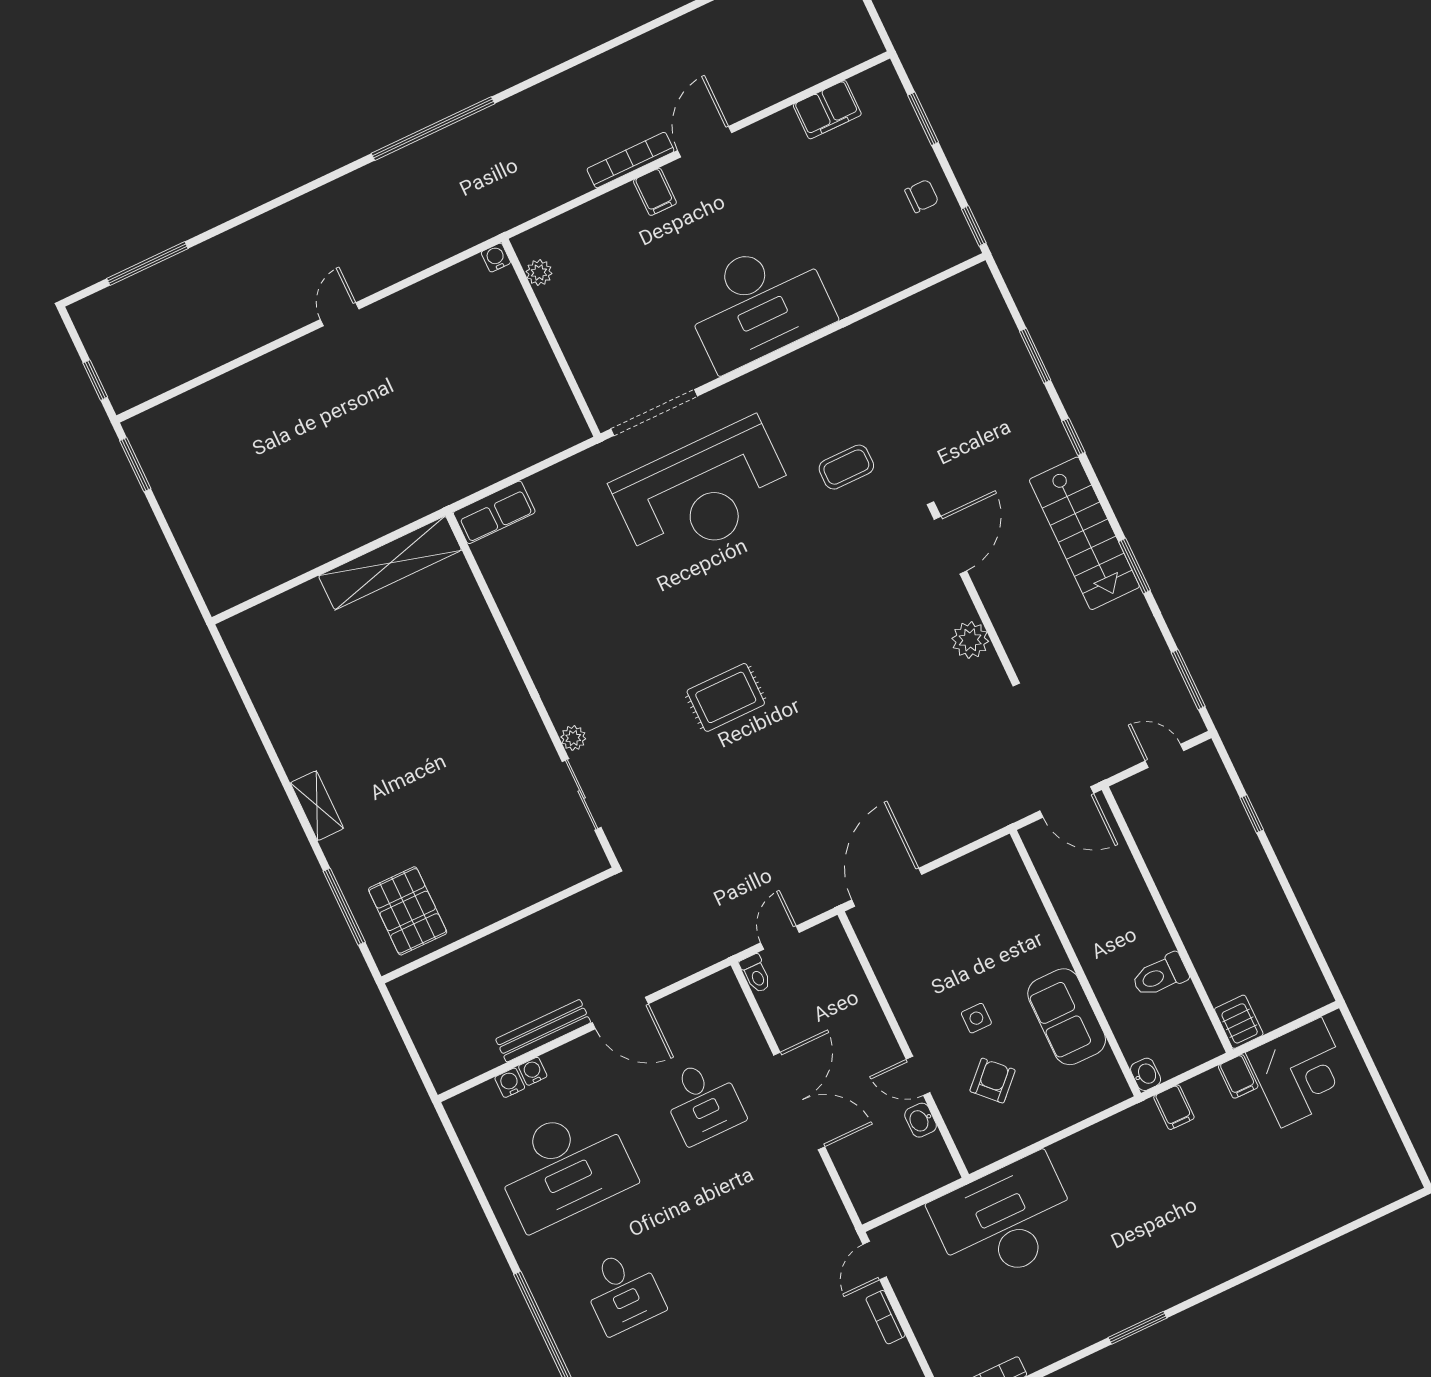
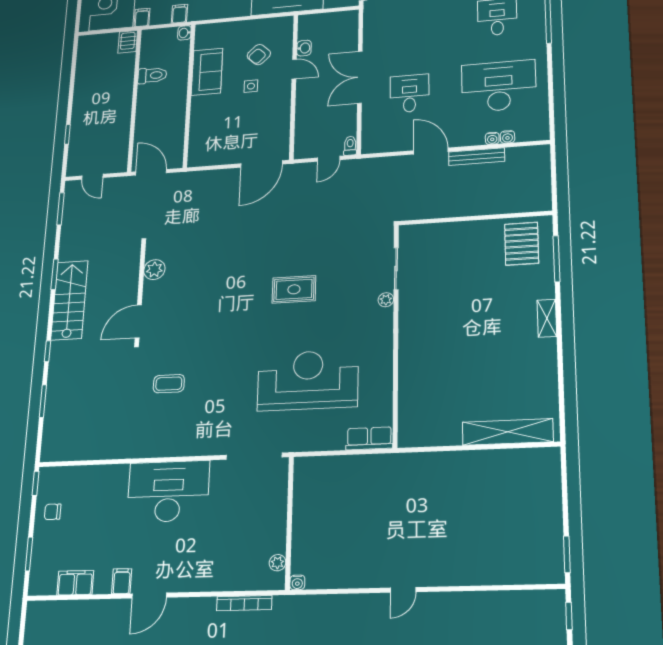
bookcase: (630, 160) -> (244, 603), moved
filing cabinet: (655, 192) -> (122, 581), moved
reception desk: (703, 493) -> (308, 380), moved
shelving: (390, 563) -> (508, 432), moved

